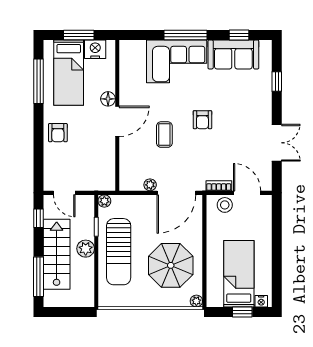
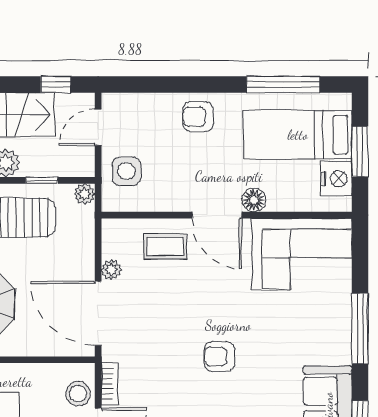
corner sofa: (177, 61) -> (302, 254), moved, turned -90
coffee table: (164, 135) -> (165, 247), moved
side table: (91, 176) -> (126, 171), added

